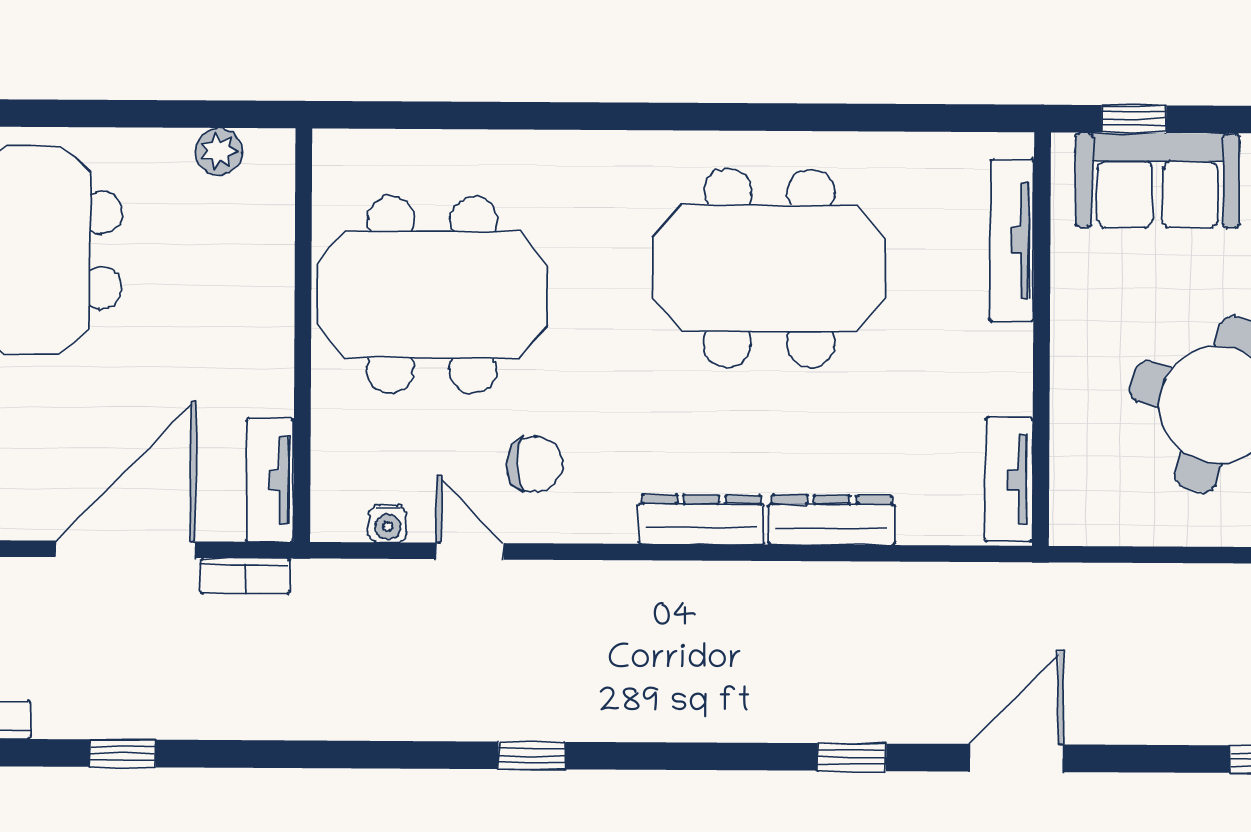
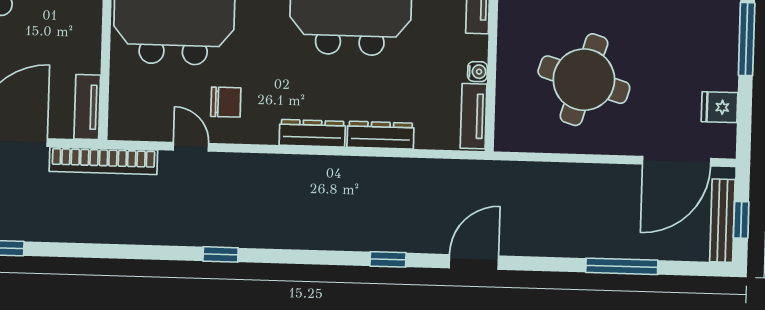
water cooler: (388, 524) -> (477, 72), moved, turned -90
bookcase: (245, 576) -> (103, 161), width x2.31, depth x1.31

